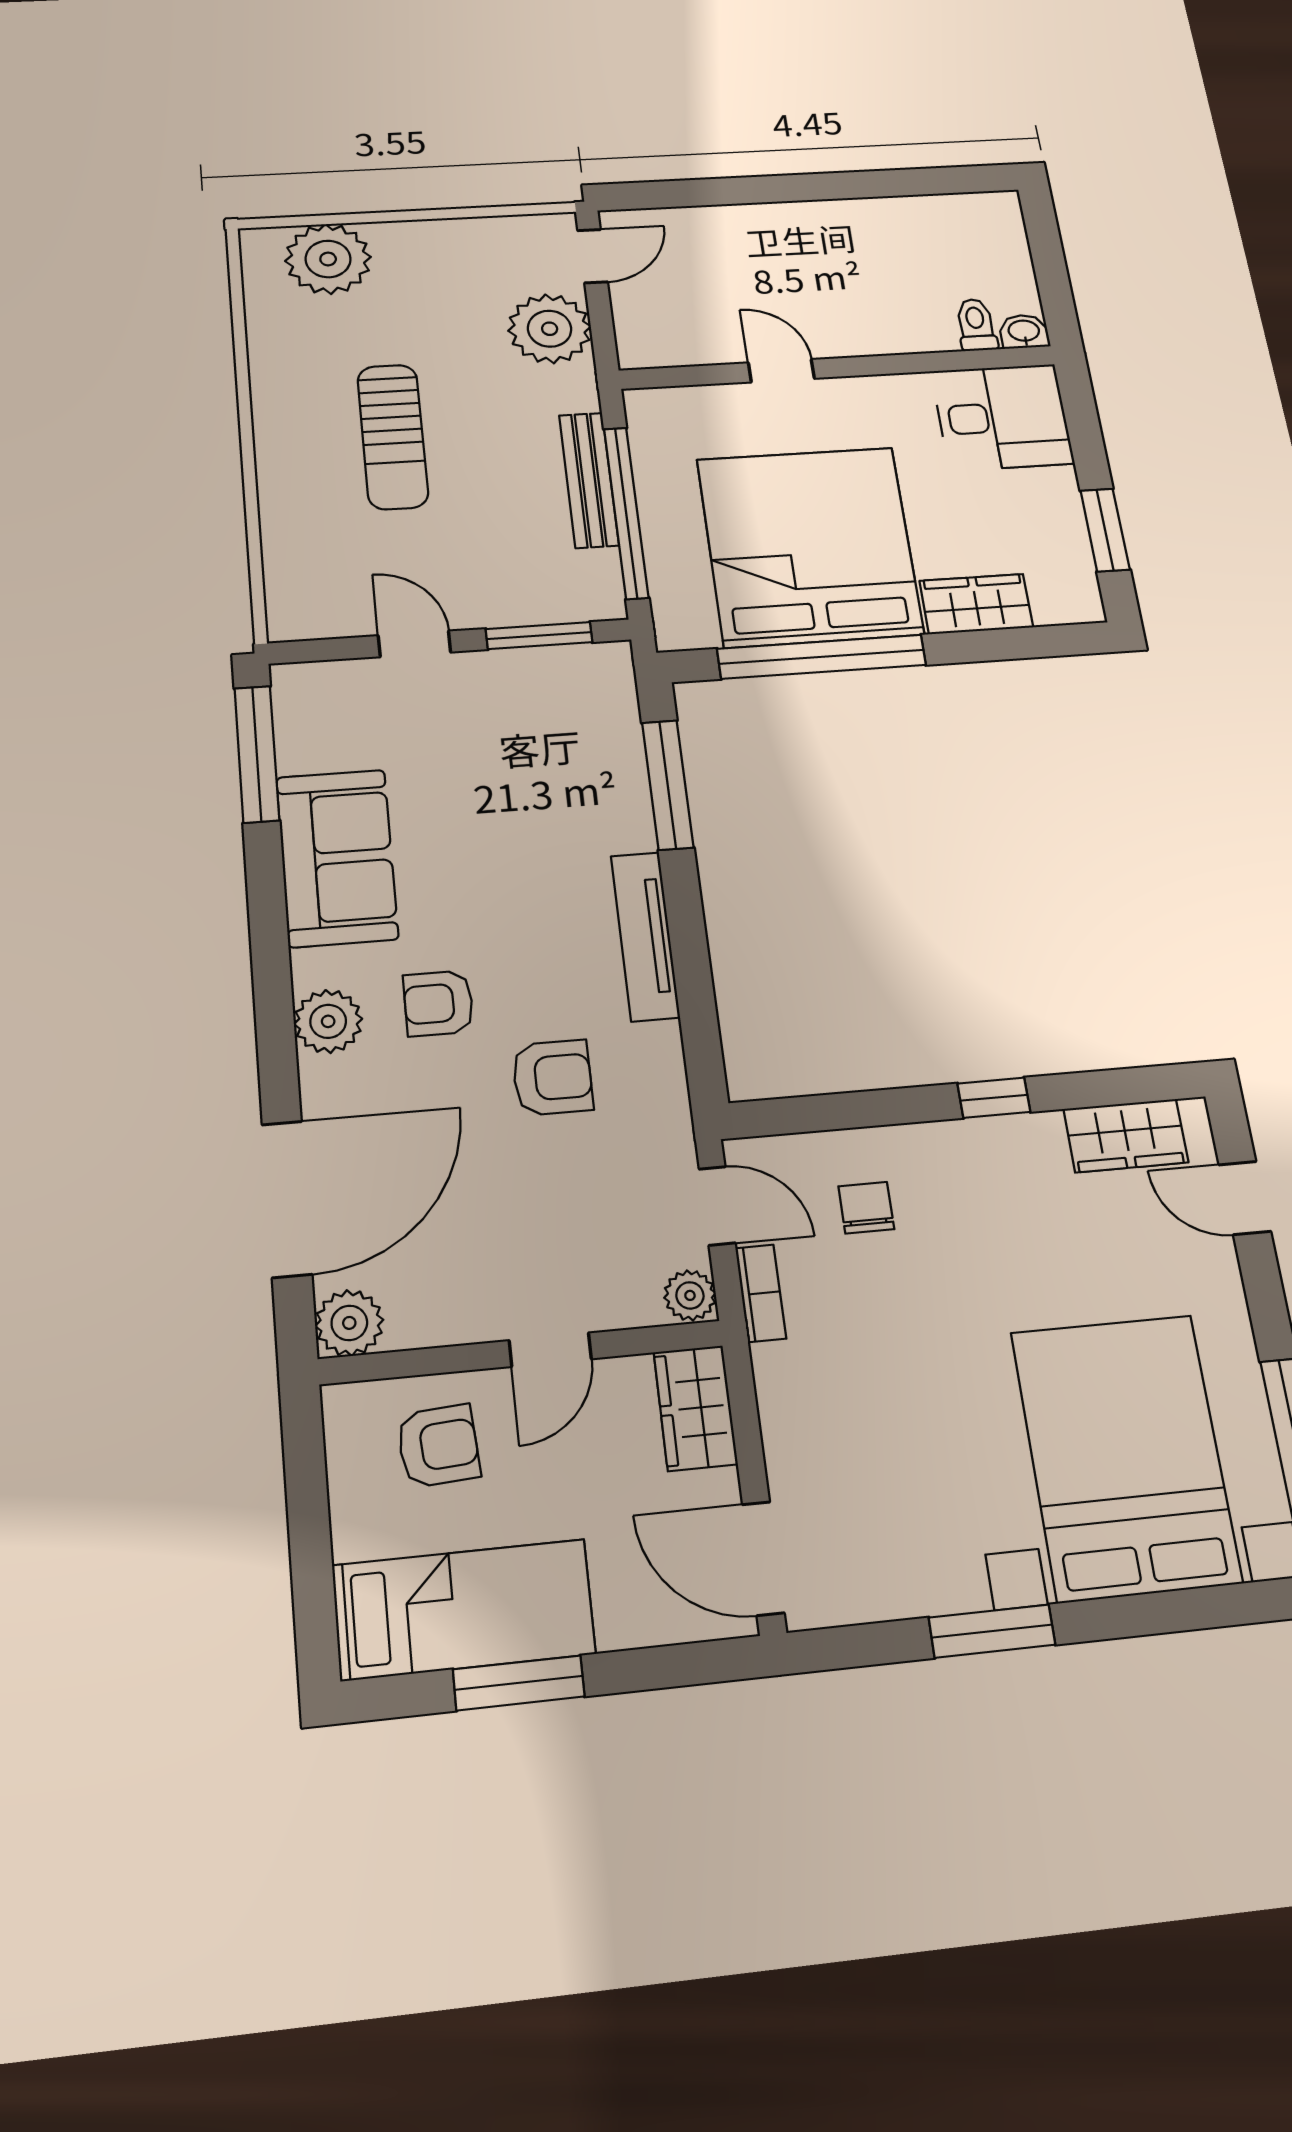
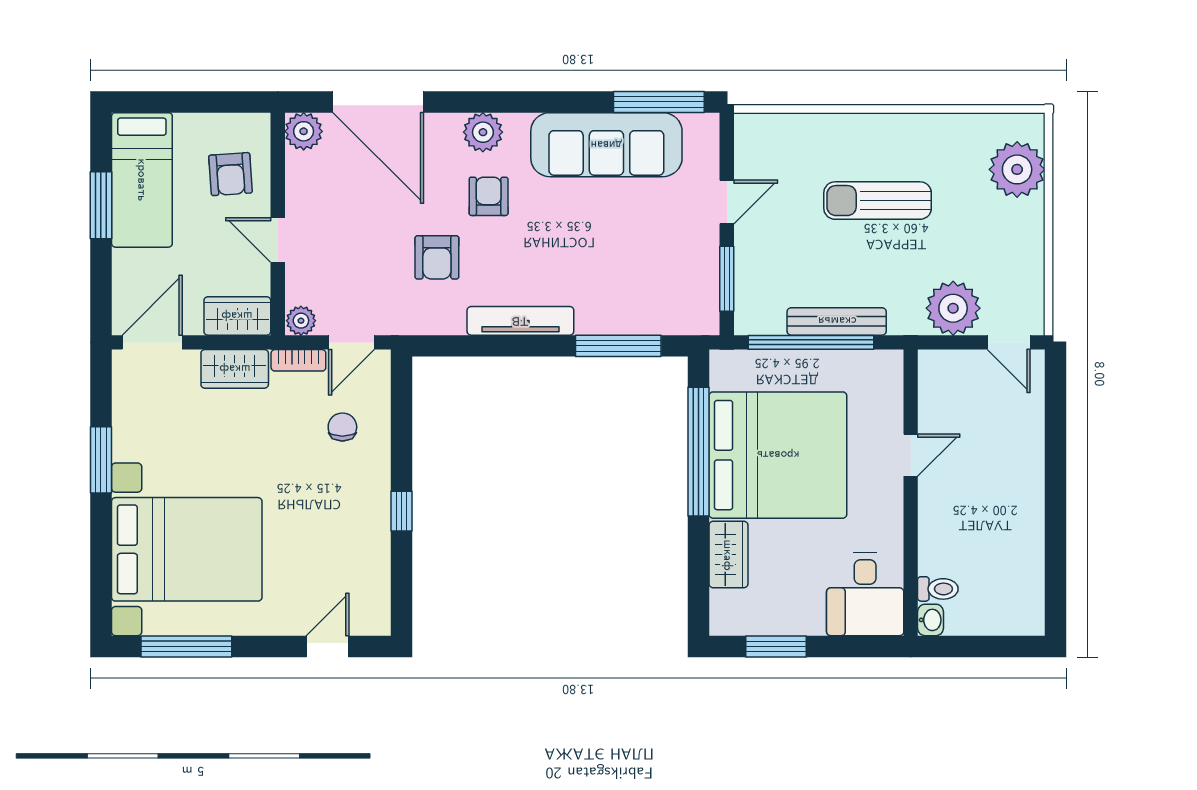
sofa: (337, 858) -> (606, 145), width x1.36
wardrobe: (1126, 1136) -> (235, 369), moved, turned -90
chair: (866, 1208) -> (342, 427), turned -90

